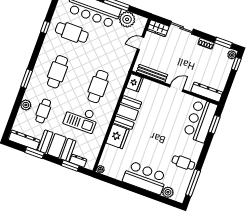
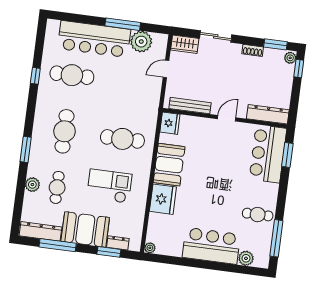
cafe table: (98, 87) -> (122, 139), turned 90
checkout: (81, 118) -> (109, 186), turned 180
window: (34, 153) -> (58, 245), width x1.44

